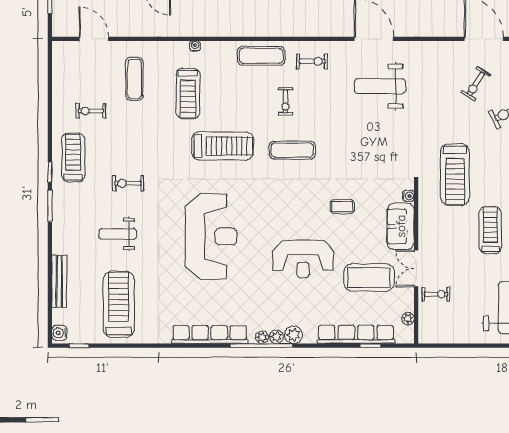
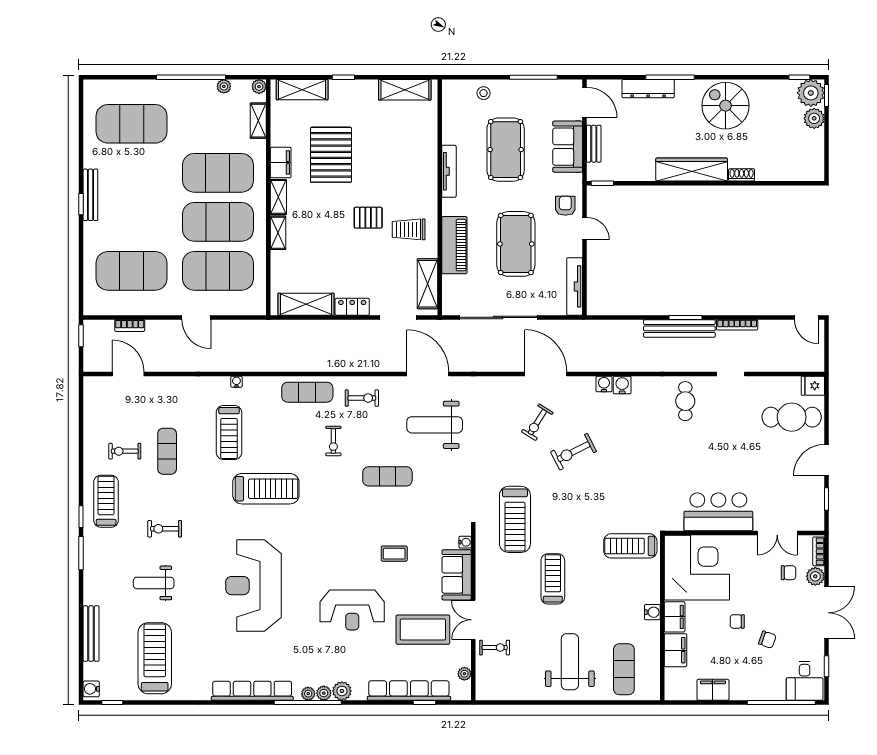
exercise mat: (134, 79) -> (167, 451), moved
exercise mat: (292, 150) -> (387, 476), moved
reception desk: (211, 236) -> (253, 586), turned 180

